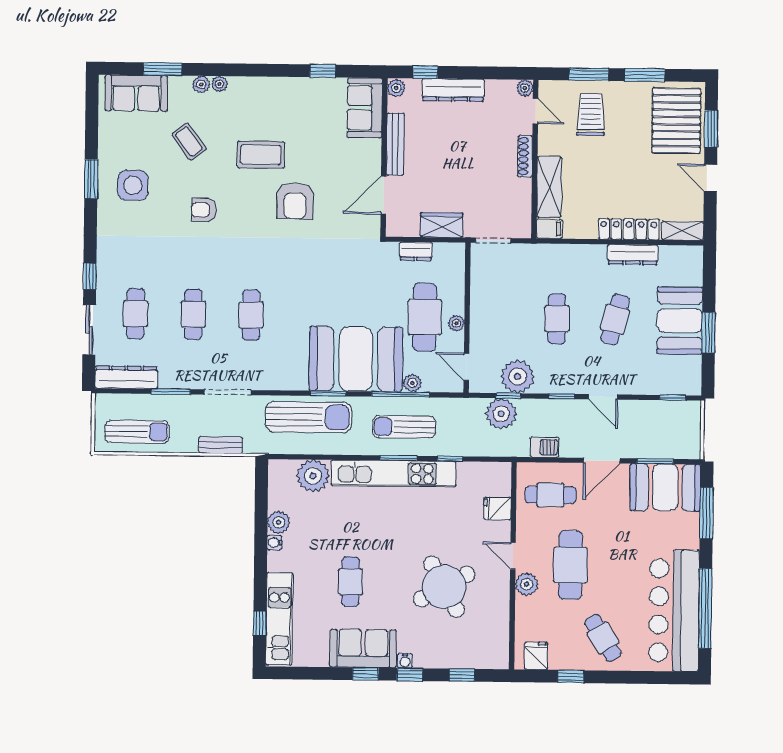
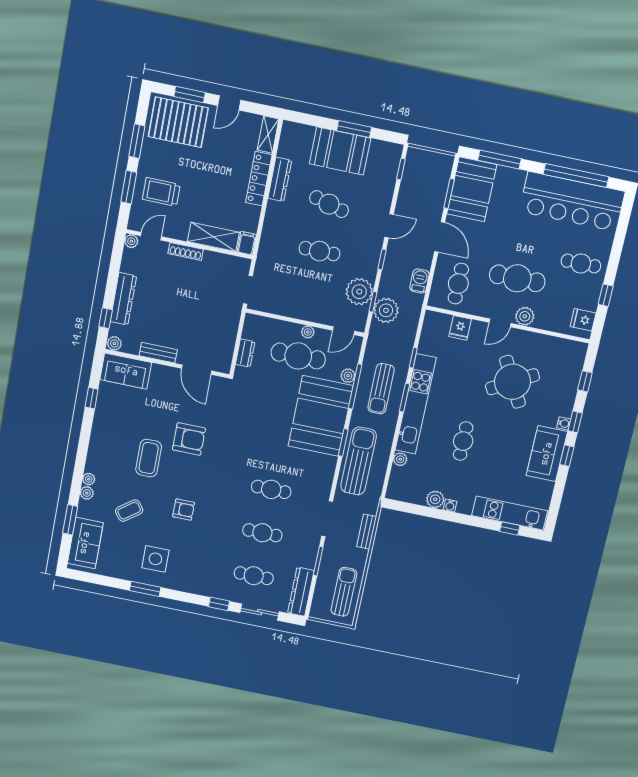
bench: (395, 144) -> (158, 353), width x0.73
armchair: (204, 210) -> (184, 510), turned -90
wardrobe: (442, 225) -> (228, 329), removed
plant: (313, 476) -> (400, 459), width x0.53, depth x0.53
cafe table: (350, 582) -> (463, 441), moved, turned 90
cafe table: (603, 638) -> (581, 263), turned 32

